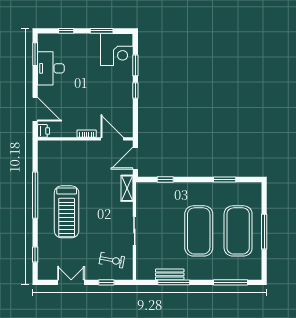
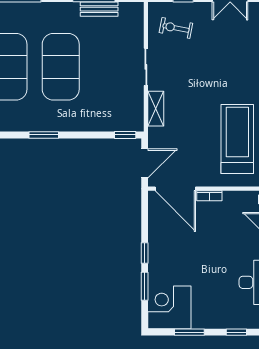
door: (112, 139) -> (175, 189), width x1.36
window: (165, 179) -> (125, 135), moved
window: (225, 179) -> (44, 135), moved
shelving: (127, 188) -> (156, 109), moved
treadmill: (67, 212) -> (237, 139), moved

